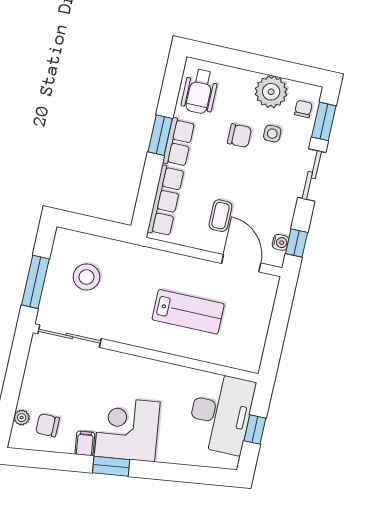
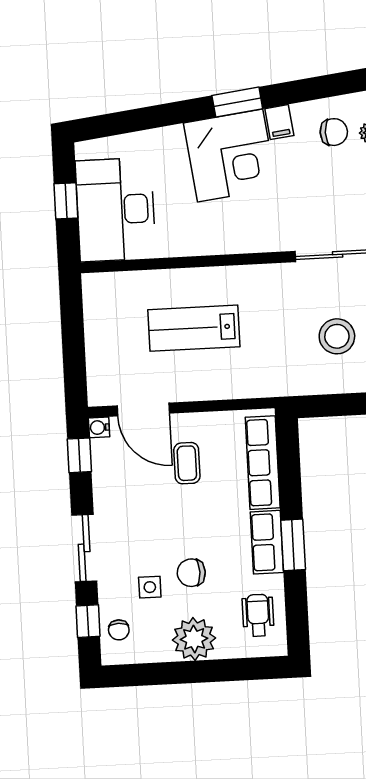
wheelchair: (200, 91) -> (258, 615), width x0.73, depth x0.73
plant: (271, 92) -> (194, 639), moved
window: (324, 121) -> (88, 621), width x0.67
water cooler: (280, 242) -> (99, 427), moved

